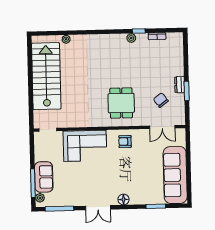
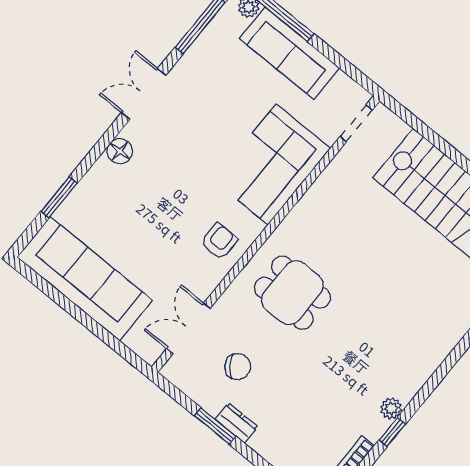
sofa: (44, 177) -> (289, 53), width x1.36

